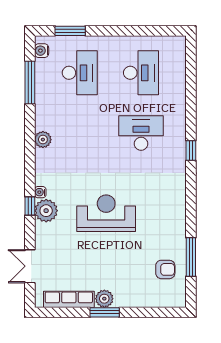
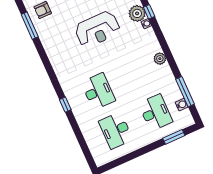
water cooler: (42, 51) -> (182, 105), moved
desk: (80, 73) -> (155, 113), turned 180
desk: (141, 133) -> (98, 91), turned -90
window: (191, 150) -> (65, 105), moved

